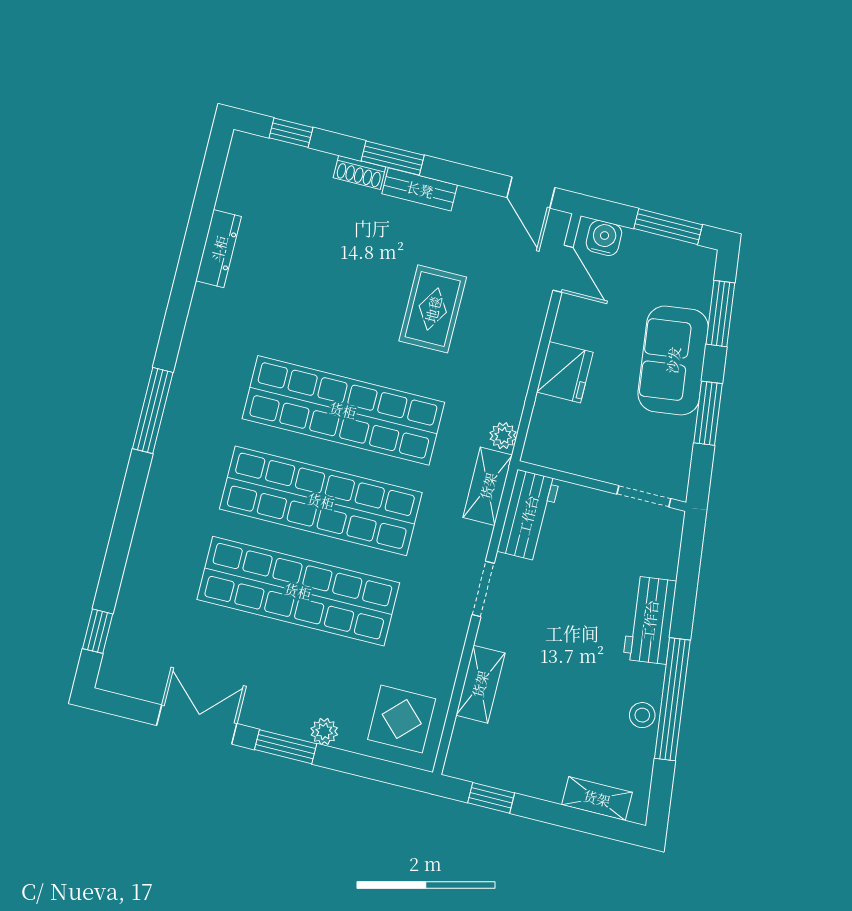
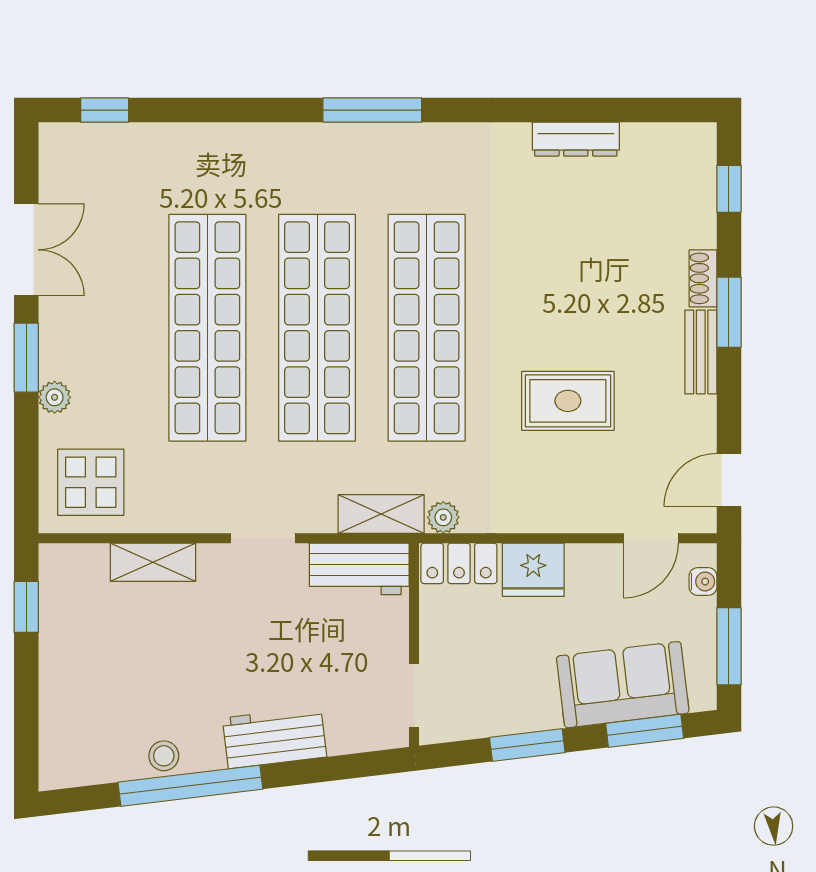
water cooler: (604, 238) -> (703, 582), width x0.72, depth x0.72
sofa: (673, 360) -> (623, 685), moved
locker: (544, 432) -> (459, 563), added
shelving: (597, 798) -> (56, 728), removed

